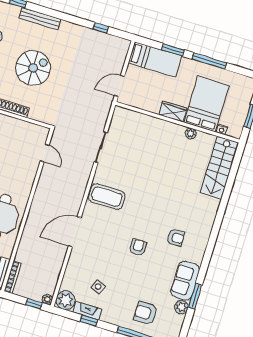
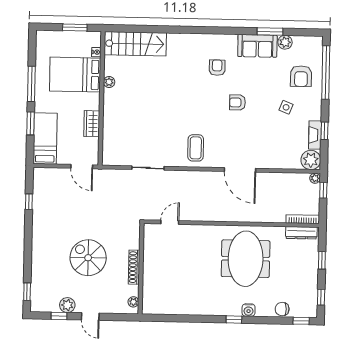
bench: (40, 19) -> (37, 265), removed
wardrobe: (173, 111) -> (92, 124), moved
coffee table: (107, 197) -> (196, 148), width x0.73, depth x0.76
side table: (98, 287) -> (286, 107), moved

